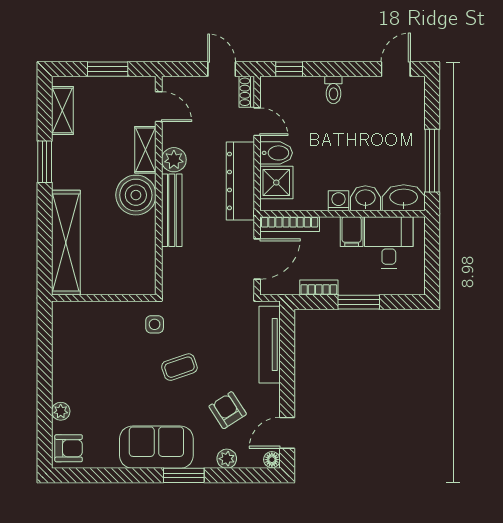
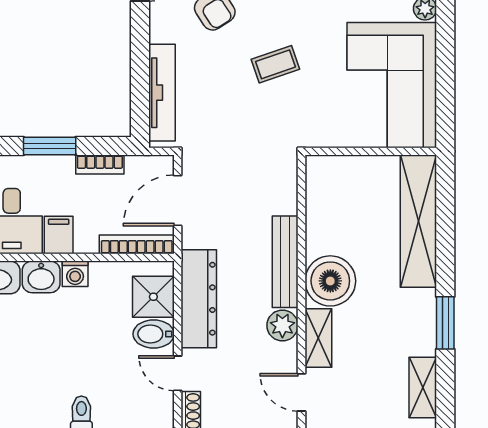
side table: (155, 324) -> (307, 118), removed
corner sofa: (87, 351) -> (392, 85), added

